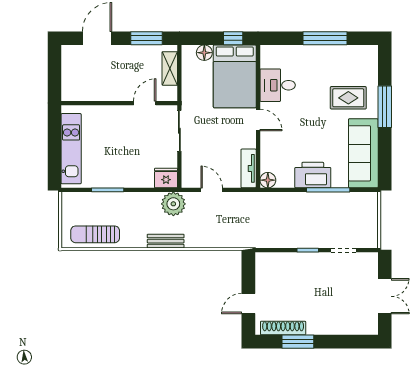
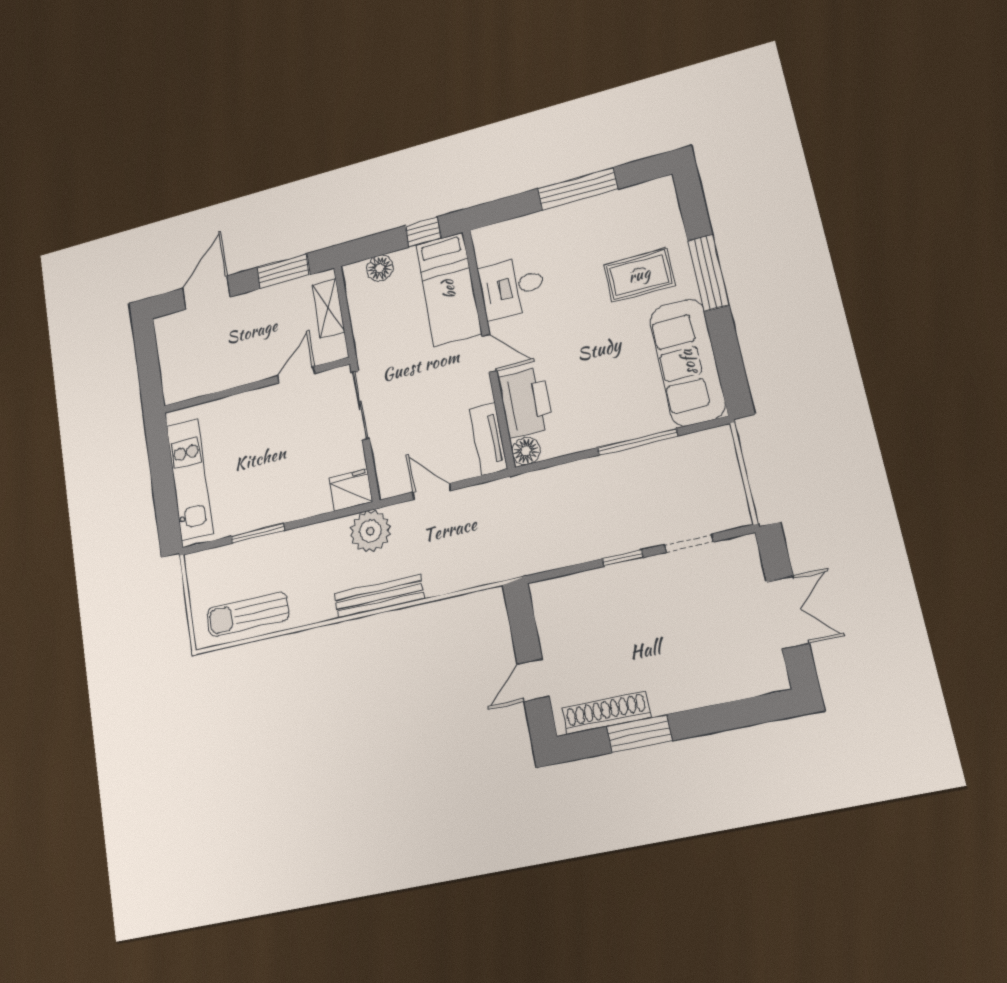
bed: (235, 76) -> (449, 289), width x0.67
printer: (313, 175) -> (526, 402), moved, turned 90
bench: (166, 241) -> (379, 596), width x1.36

